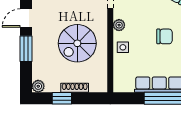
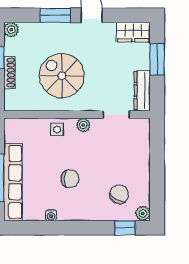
chair: (165, 36) -> (70, 179), turned -90

